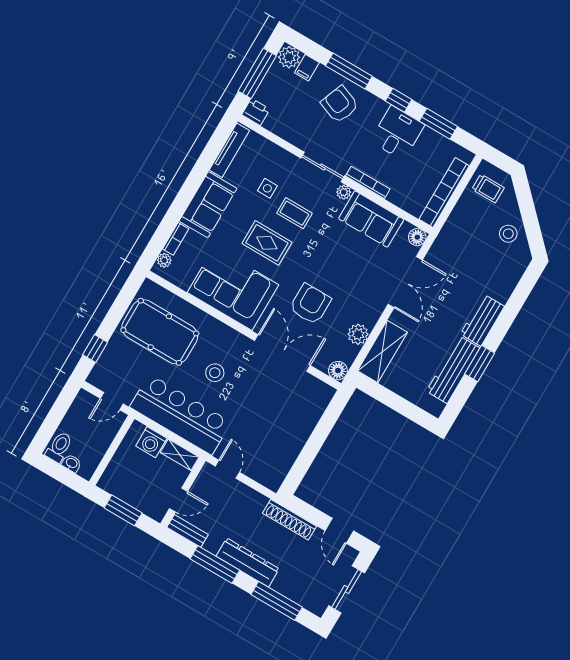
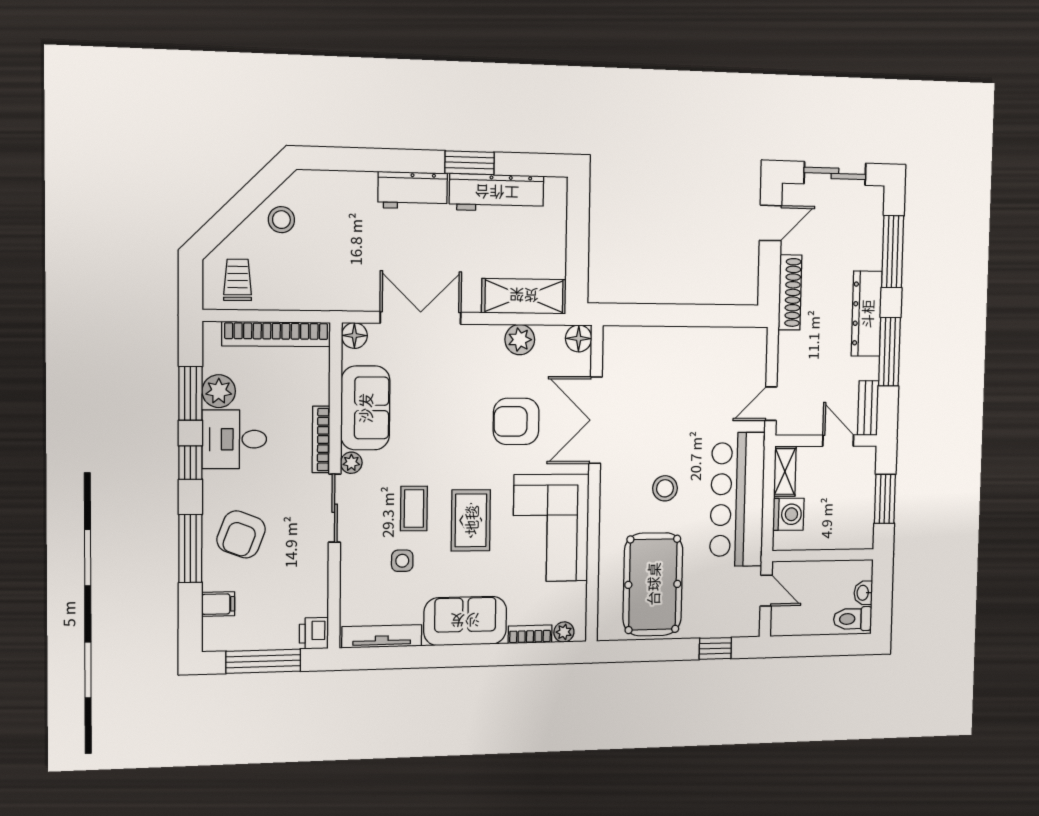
plant: (289, 57) -> (219, 391), moved

